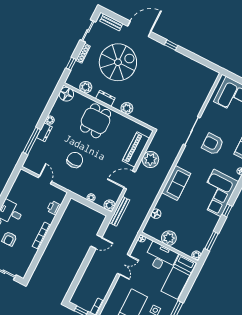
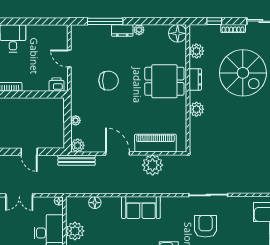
door: (45, 180) -> (69, 59), swing flipped
printer: (54, 208) -> (57, 84), moved

